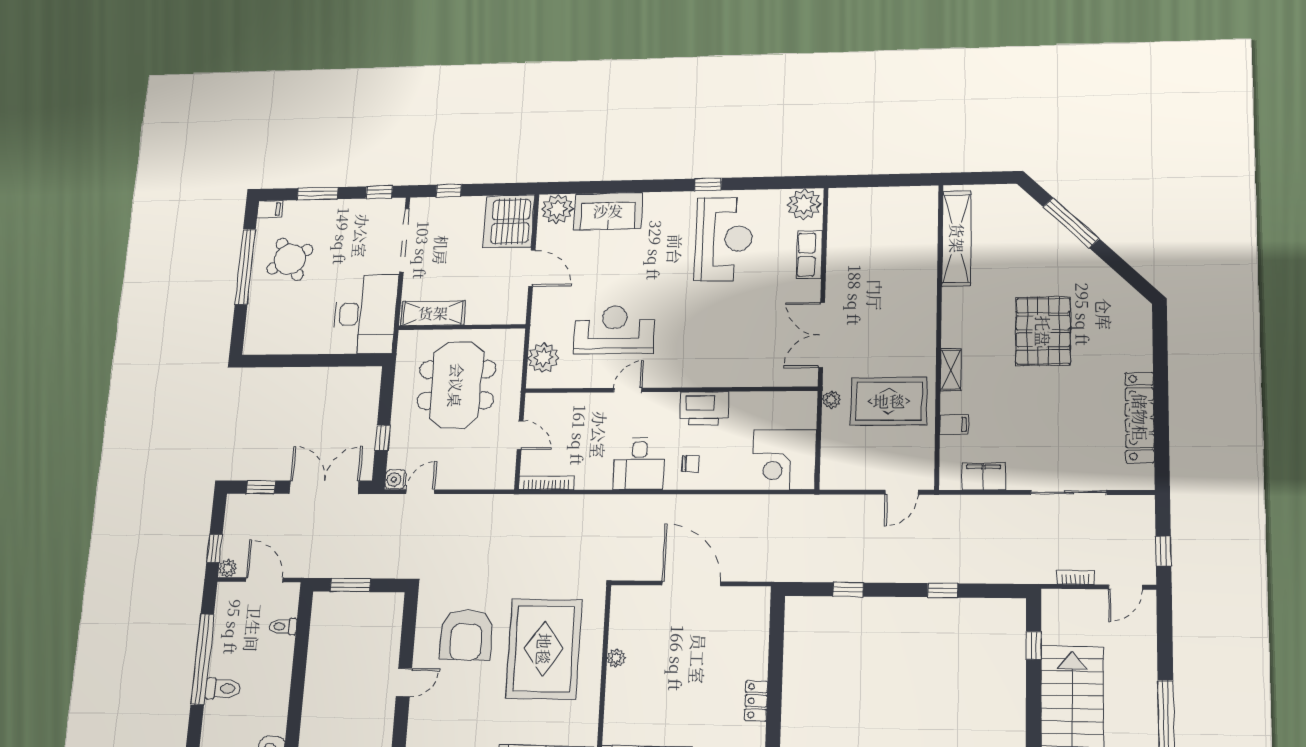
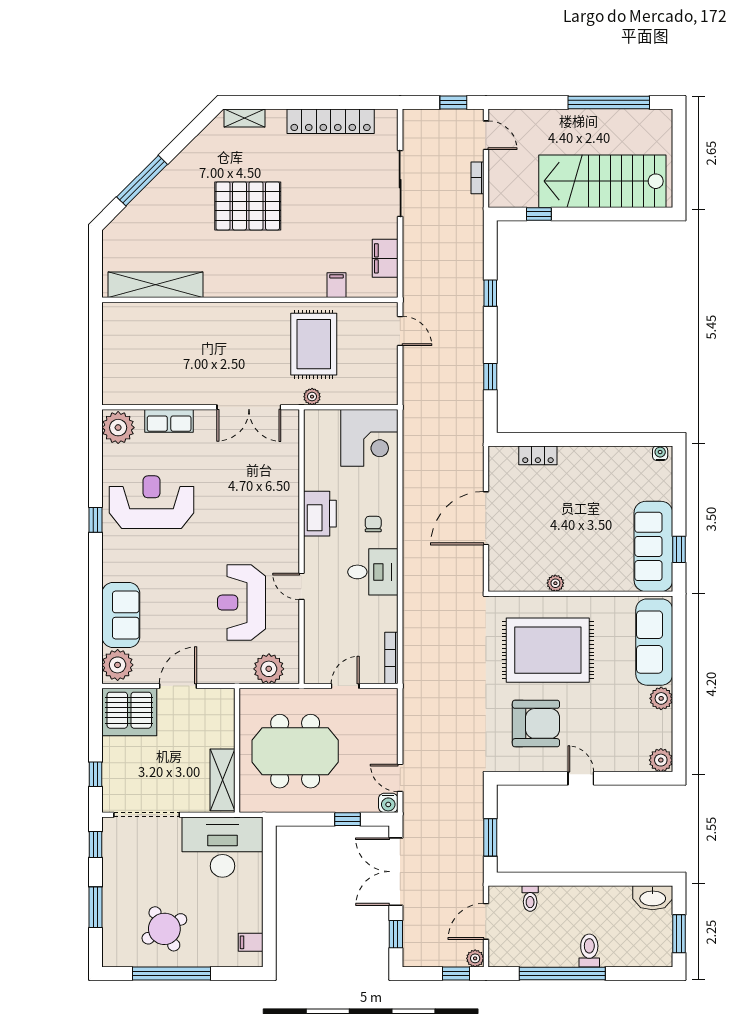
filing cabinet: (270, 209) -> (251, 942), moved, turned -90
shelving: (951, 370) -> (244, 118), moved
locker: (756, 701) -> (538, 455), moved

